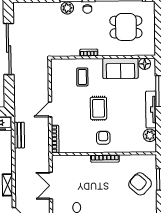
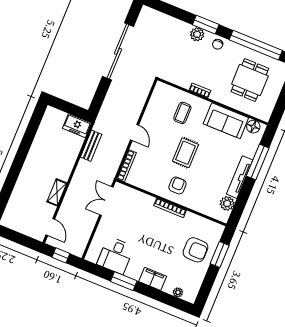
dining table: (126, 27) -> (250, 80), turned 90
door: (50, 109) -> (135, 132), swing flipped
armchair: (140, 184) -> (196, 250), turned 139
double door: (51, 186) -> (106, 201), moved

